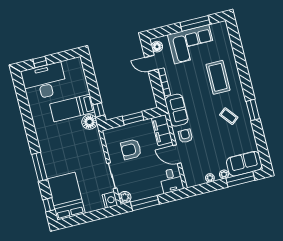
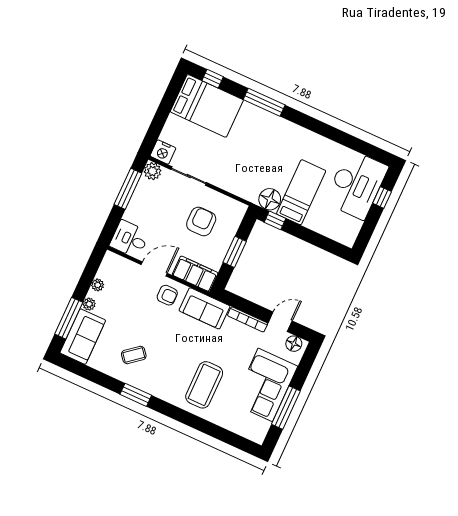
coffee table: (218, 77) -> (204, 385), turned 90
coffee table: (229, 116) -> (134, 355), moved

